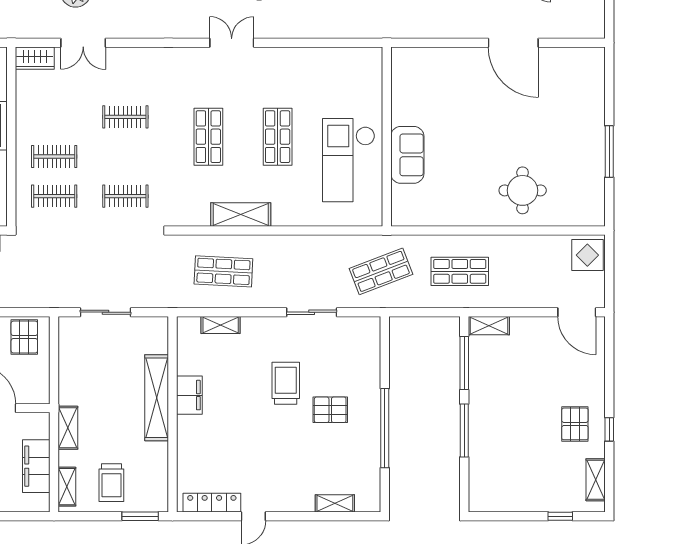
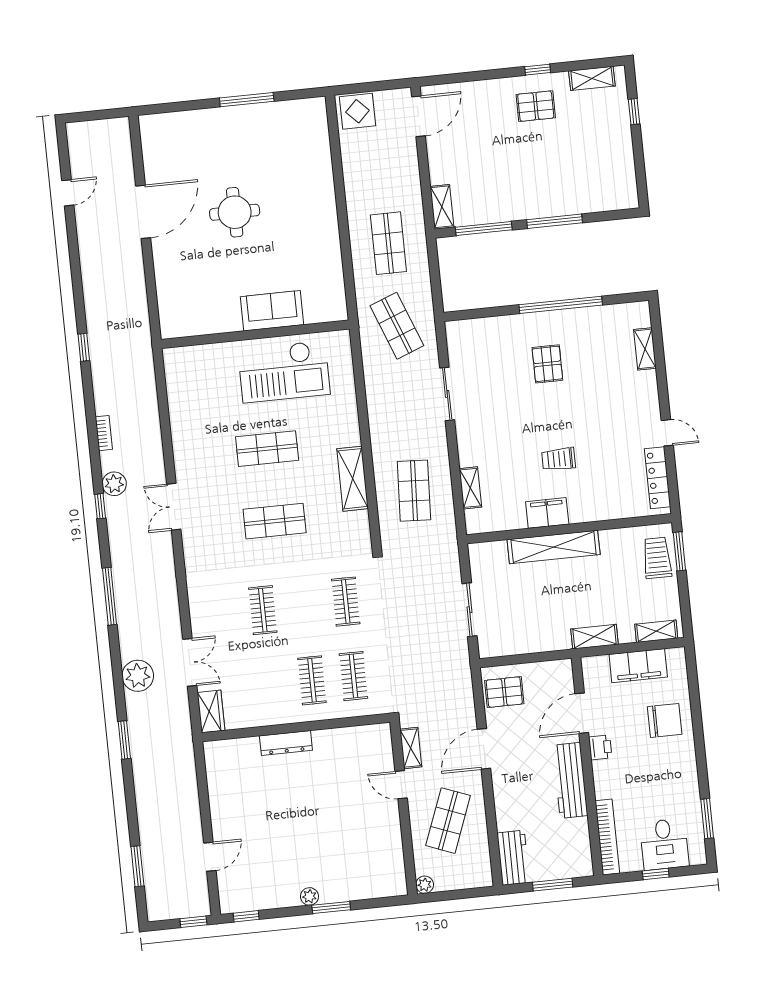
round table: (523, 190) -> (235, 212), moved
trolley: (286, 383) -> (559, 459), moved, width x0.73, depth x0.72
trolley: (111, 483) -> (657, 558), moved, turned -90

